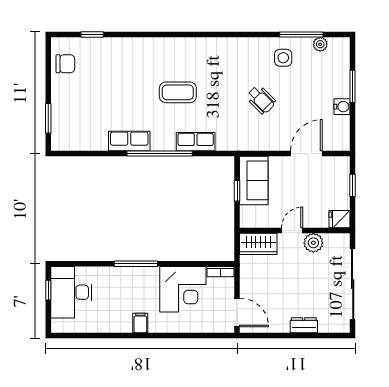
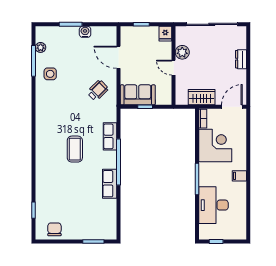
wheelchair: (261, 100) -> (98, 90), moved
wardrobe: (258, 244) -> (202, 97), moved, turned -90
desk: (71, 292) -> (214, 205), moved, turned 90

